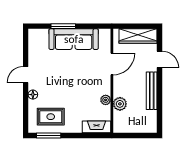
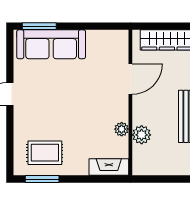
window: (63, 26) -> (39, 26), moved
sofa: (74, 39) -> (51, 44), moved
floor lamp: (33, 95) -> (20, 122), removed

